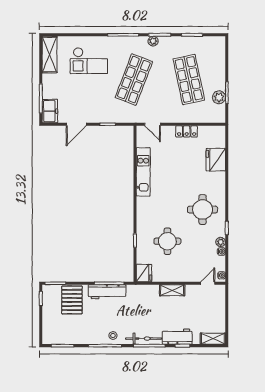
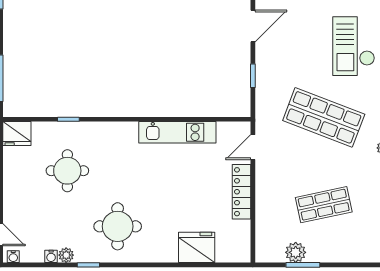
shop shelf: (189, 80) -> (324, 205), width x0.70, depth x0.74
door: (76, 124) -> (253, 26), swing flipped
locker: (187, 131) -> (241, 192), width x1.53

